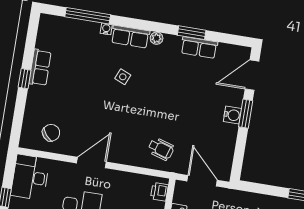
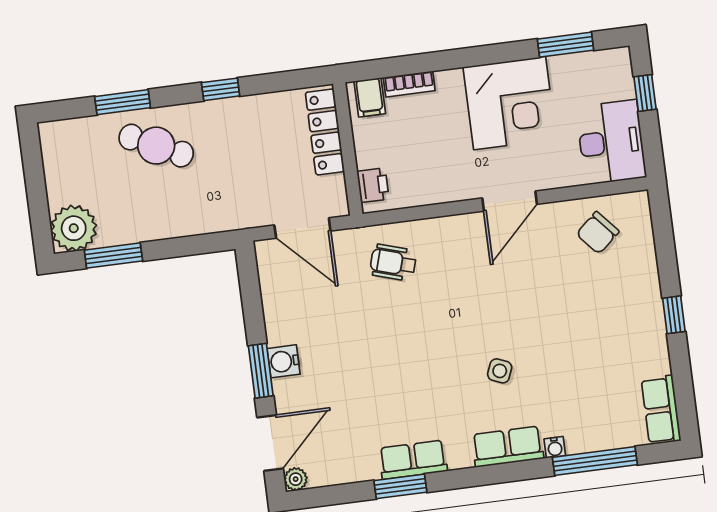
plant: (157, 38) -> (296, 479), moved
row of seats: (199, 47) -> (413, 460), moved
row of seats: (40, 68) -> (661, 410), moved

